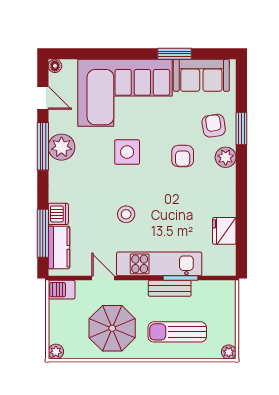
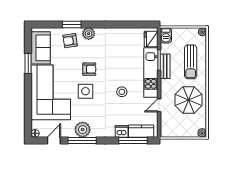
armchair: (183, 156) -> (89, 69), moved
fridge: (224, 231) -> (151, 39), moved, turned 90
barbecue: (62, 290) -> (166, 35), moved

